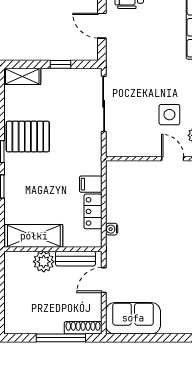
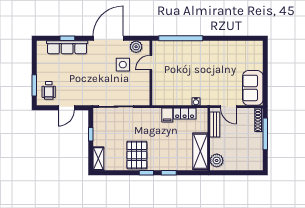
plant: (44, 262) -> (217, 160), moved

